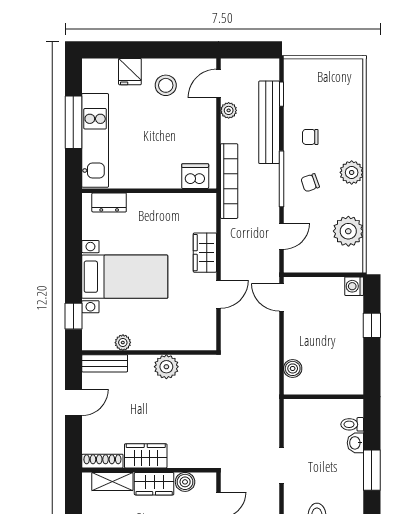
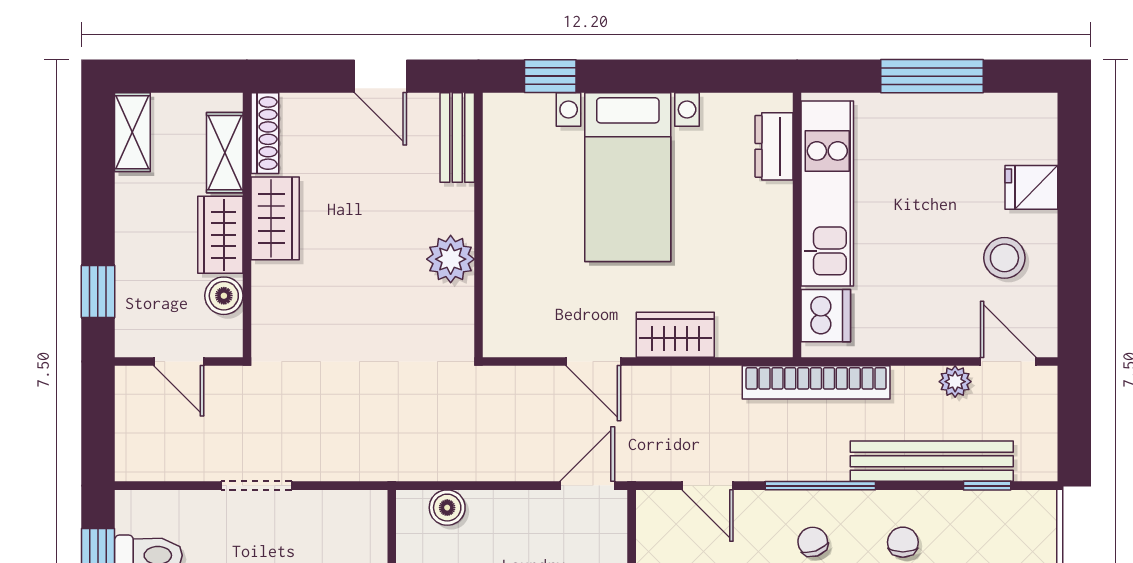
kitchen unit: (95, 140) -> (827, 194), moved, turned -90
plant: (123, 343) -> (498, 173), removed

